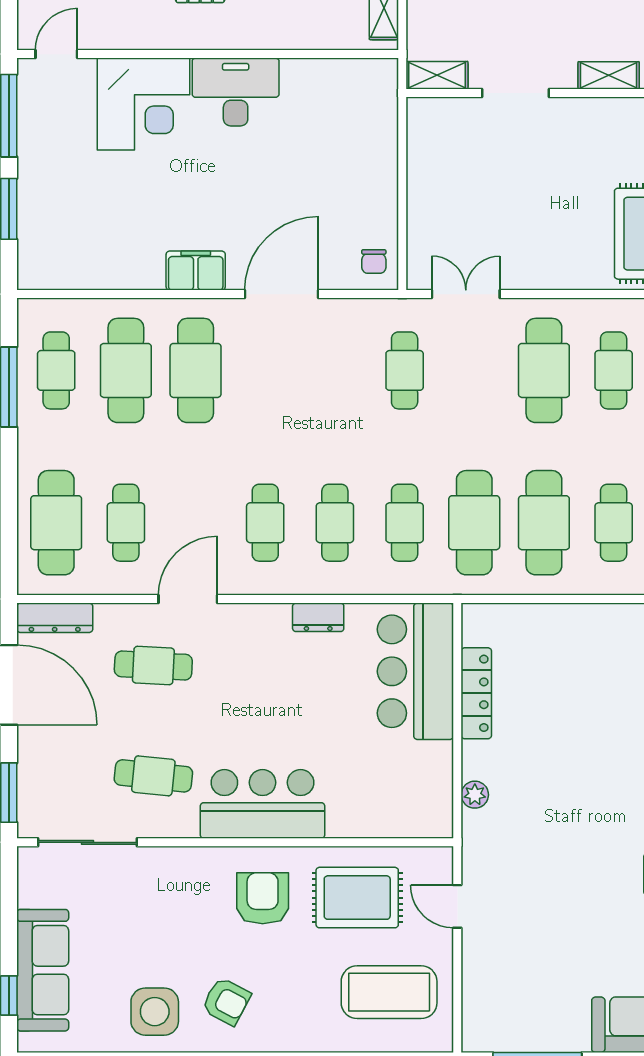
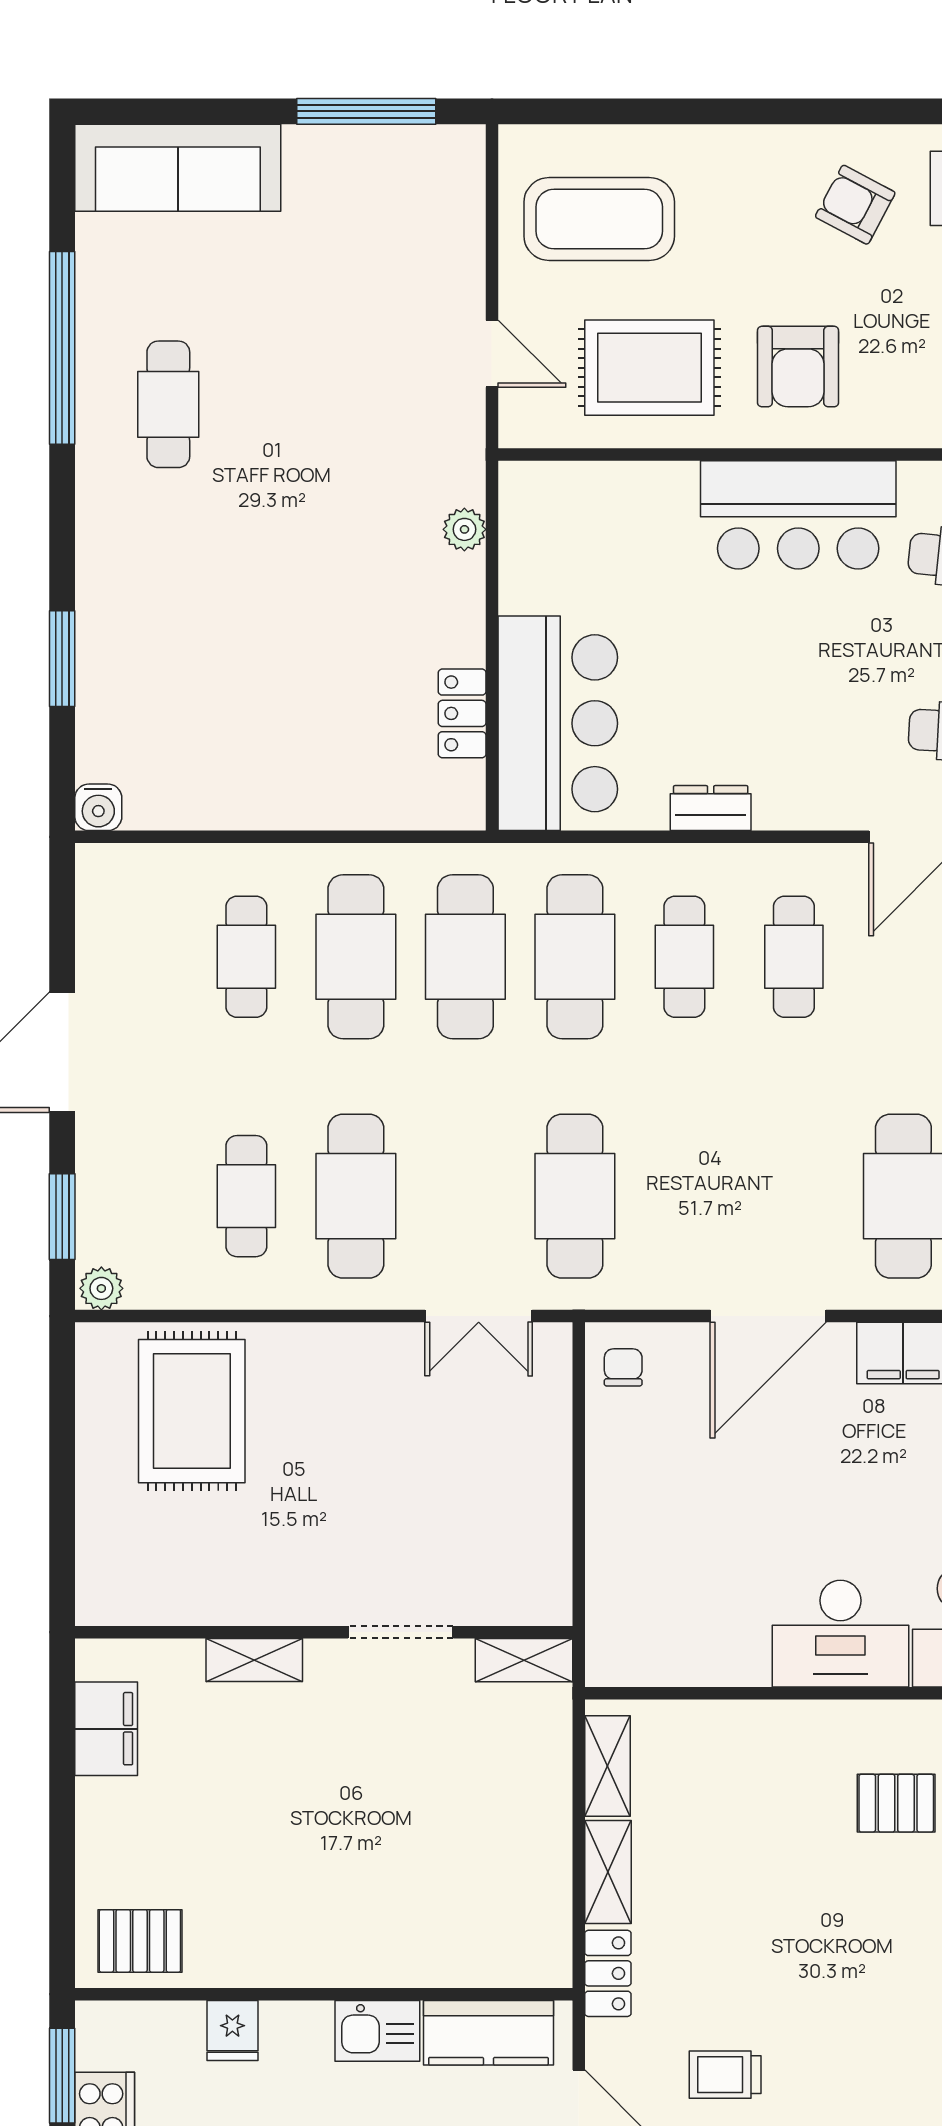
cafe table: (405, 370) -> (575, 1196), width x1.37, depth x1.35
cafe table: (405, 523) -> (575, 957), width x1.37, depth x1.35
locker: (476, 693) -> (462, 713), width x0.66

